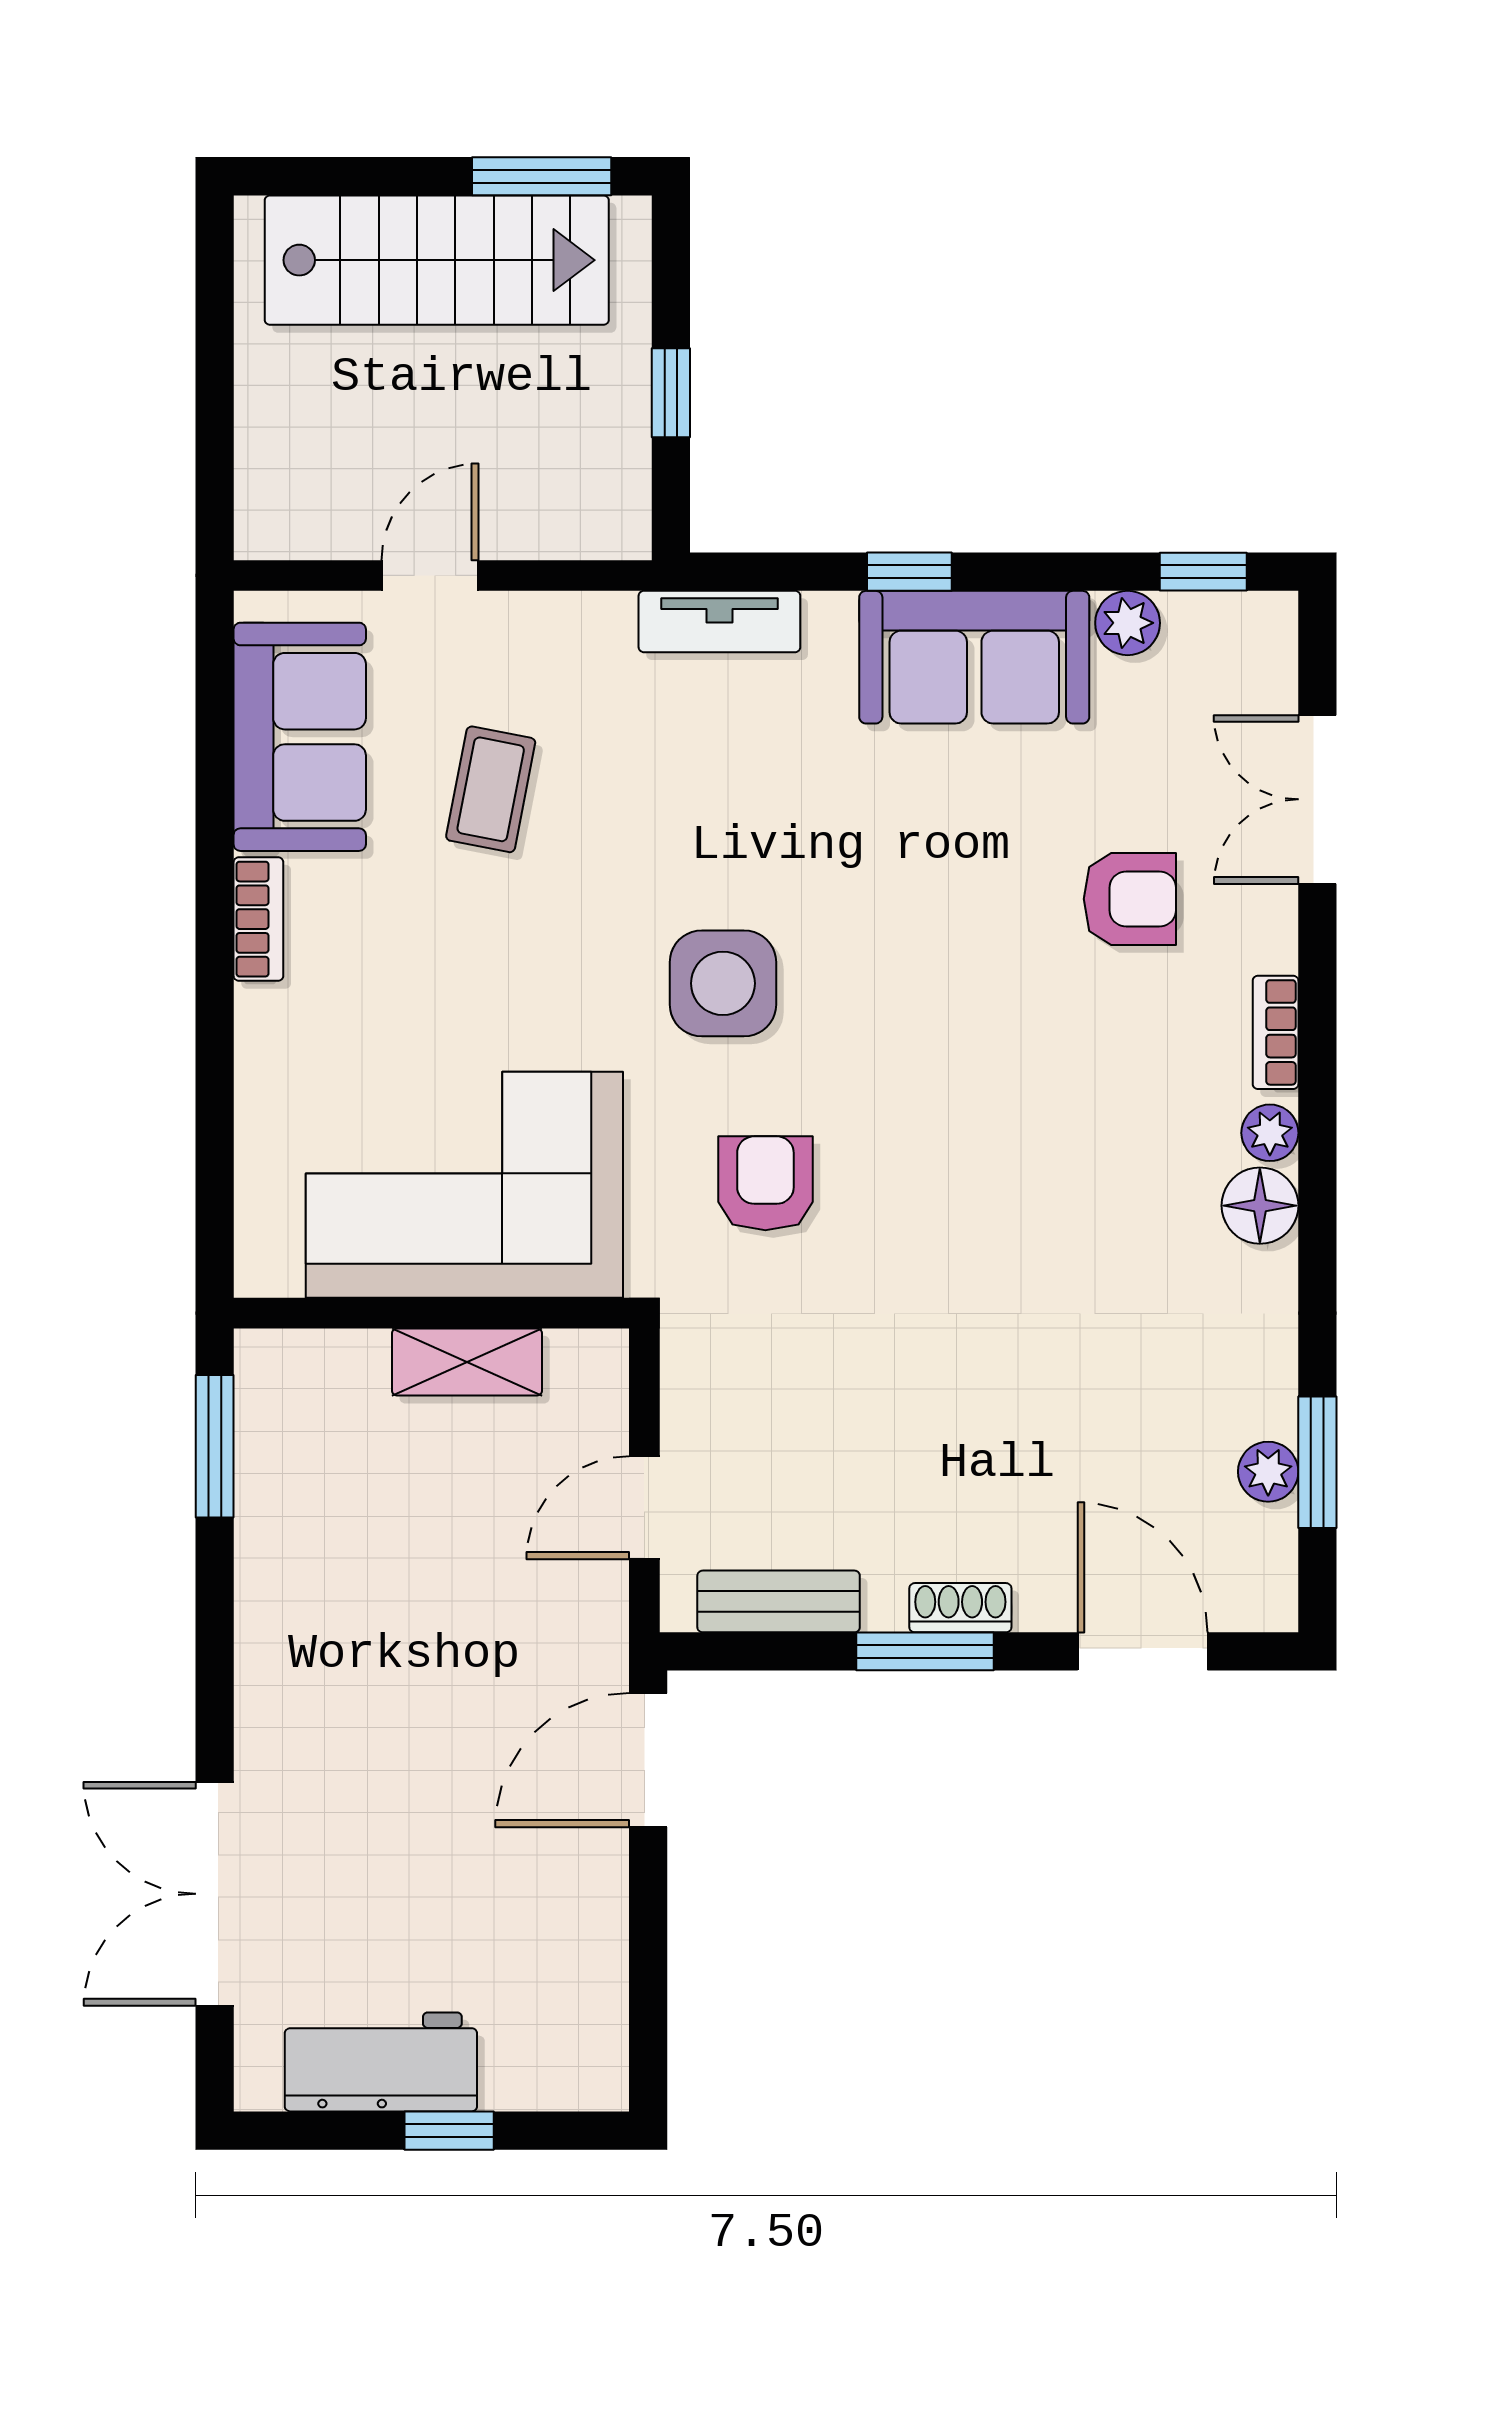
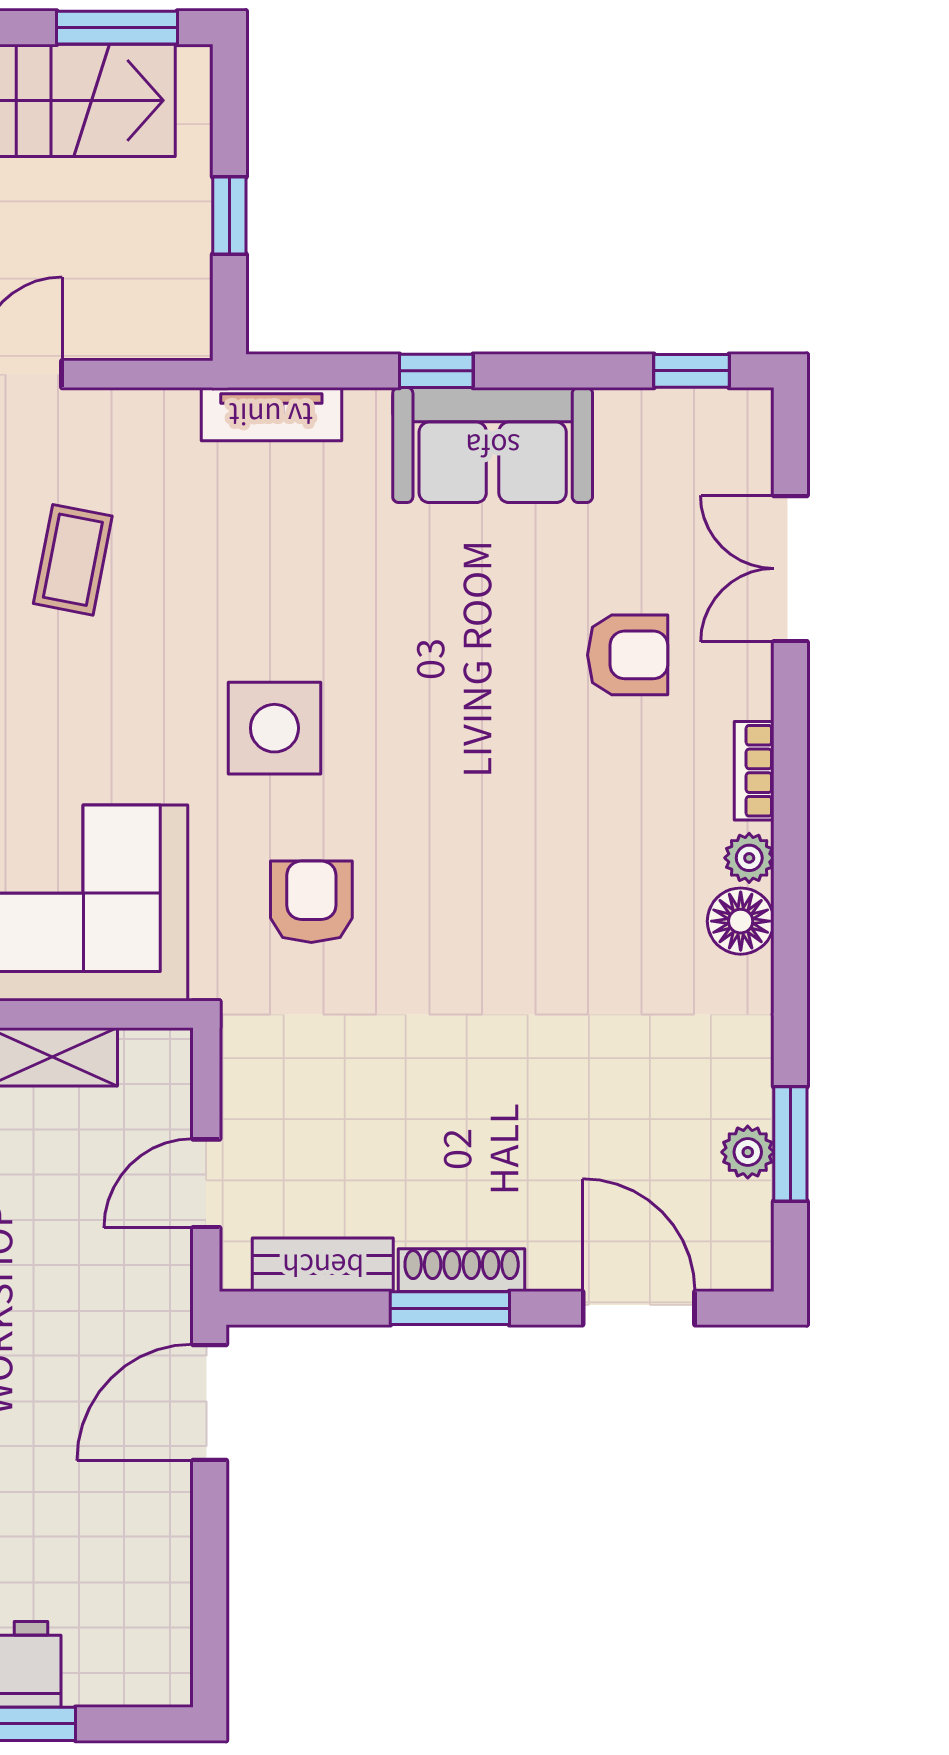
plant: (1128, 623) -> (626, 415), removed
shoe rack: (960, 1608) -> (462, 1270), width x1.43

